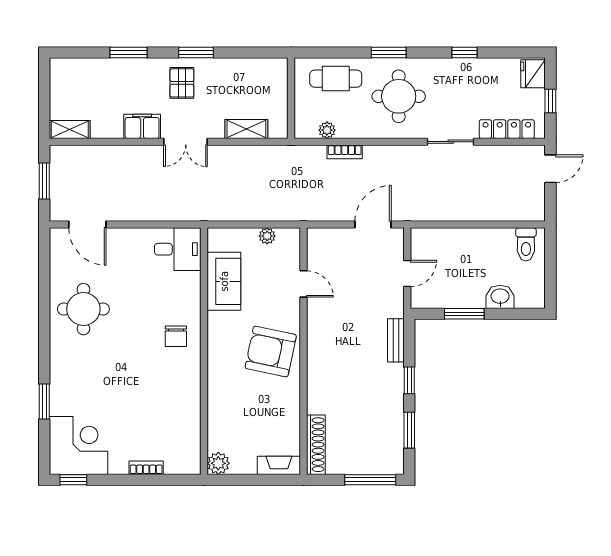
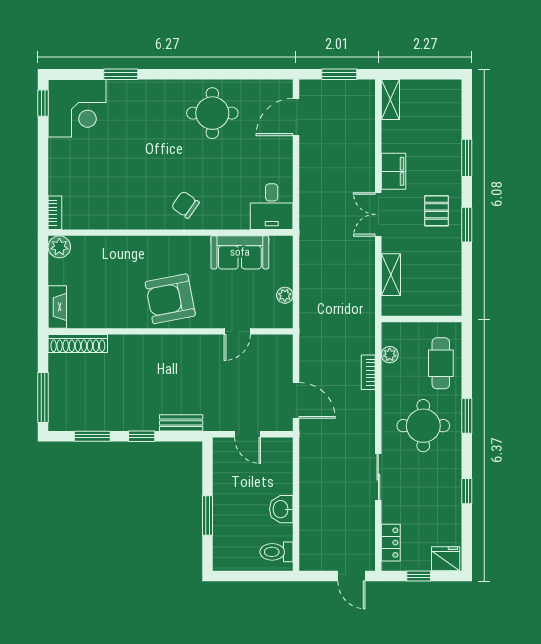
pallet: (182, 83) -> (437, 211), turned 90
locker: (507, 129) -> (391, 543), width x0.66
washbasin: (500, 297) -> (281, 509), moved, turned 180
window: (464, 314) -> (208, 515), moved
chair: (176, 336) -> (185, 205), turned 35
armchair: (271, 351) -> (170, 299), turned -113
bookcase: (146, 468) -> (55, 213), moved

